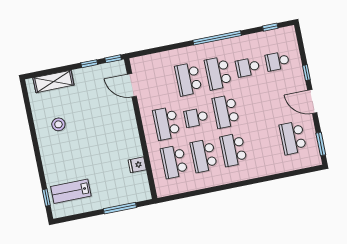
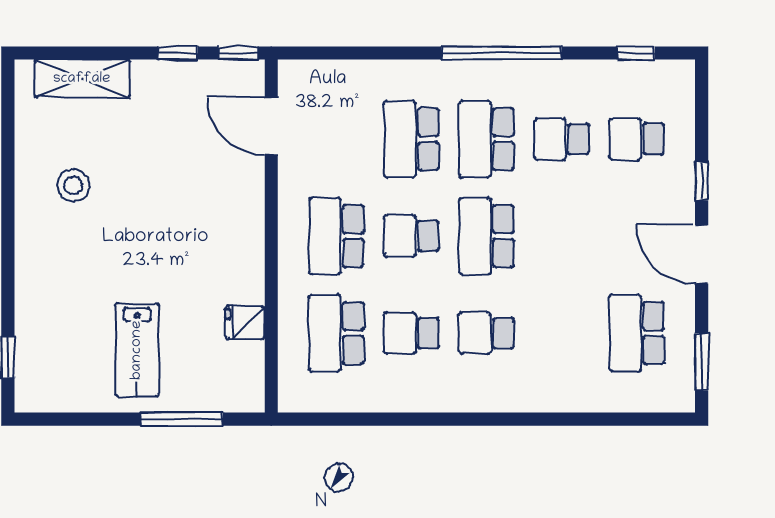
school desk: (233, 150) -> (486, 333), width x0.54
school desk: (204, 156) -> (411, 333), width x0.54
lab bench: (71, 191) -> (137, 350), moved, turned -90

